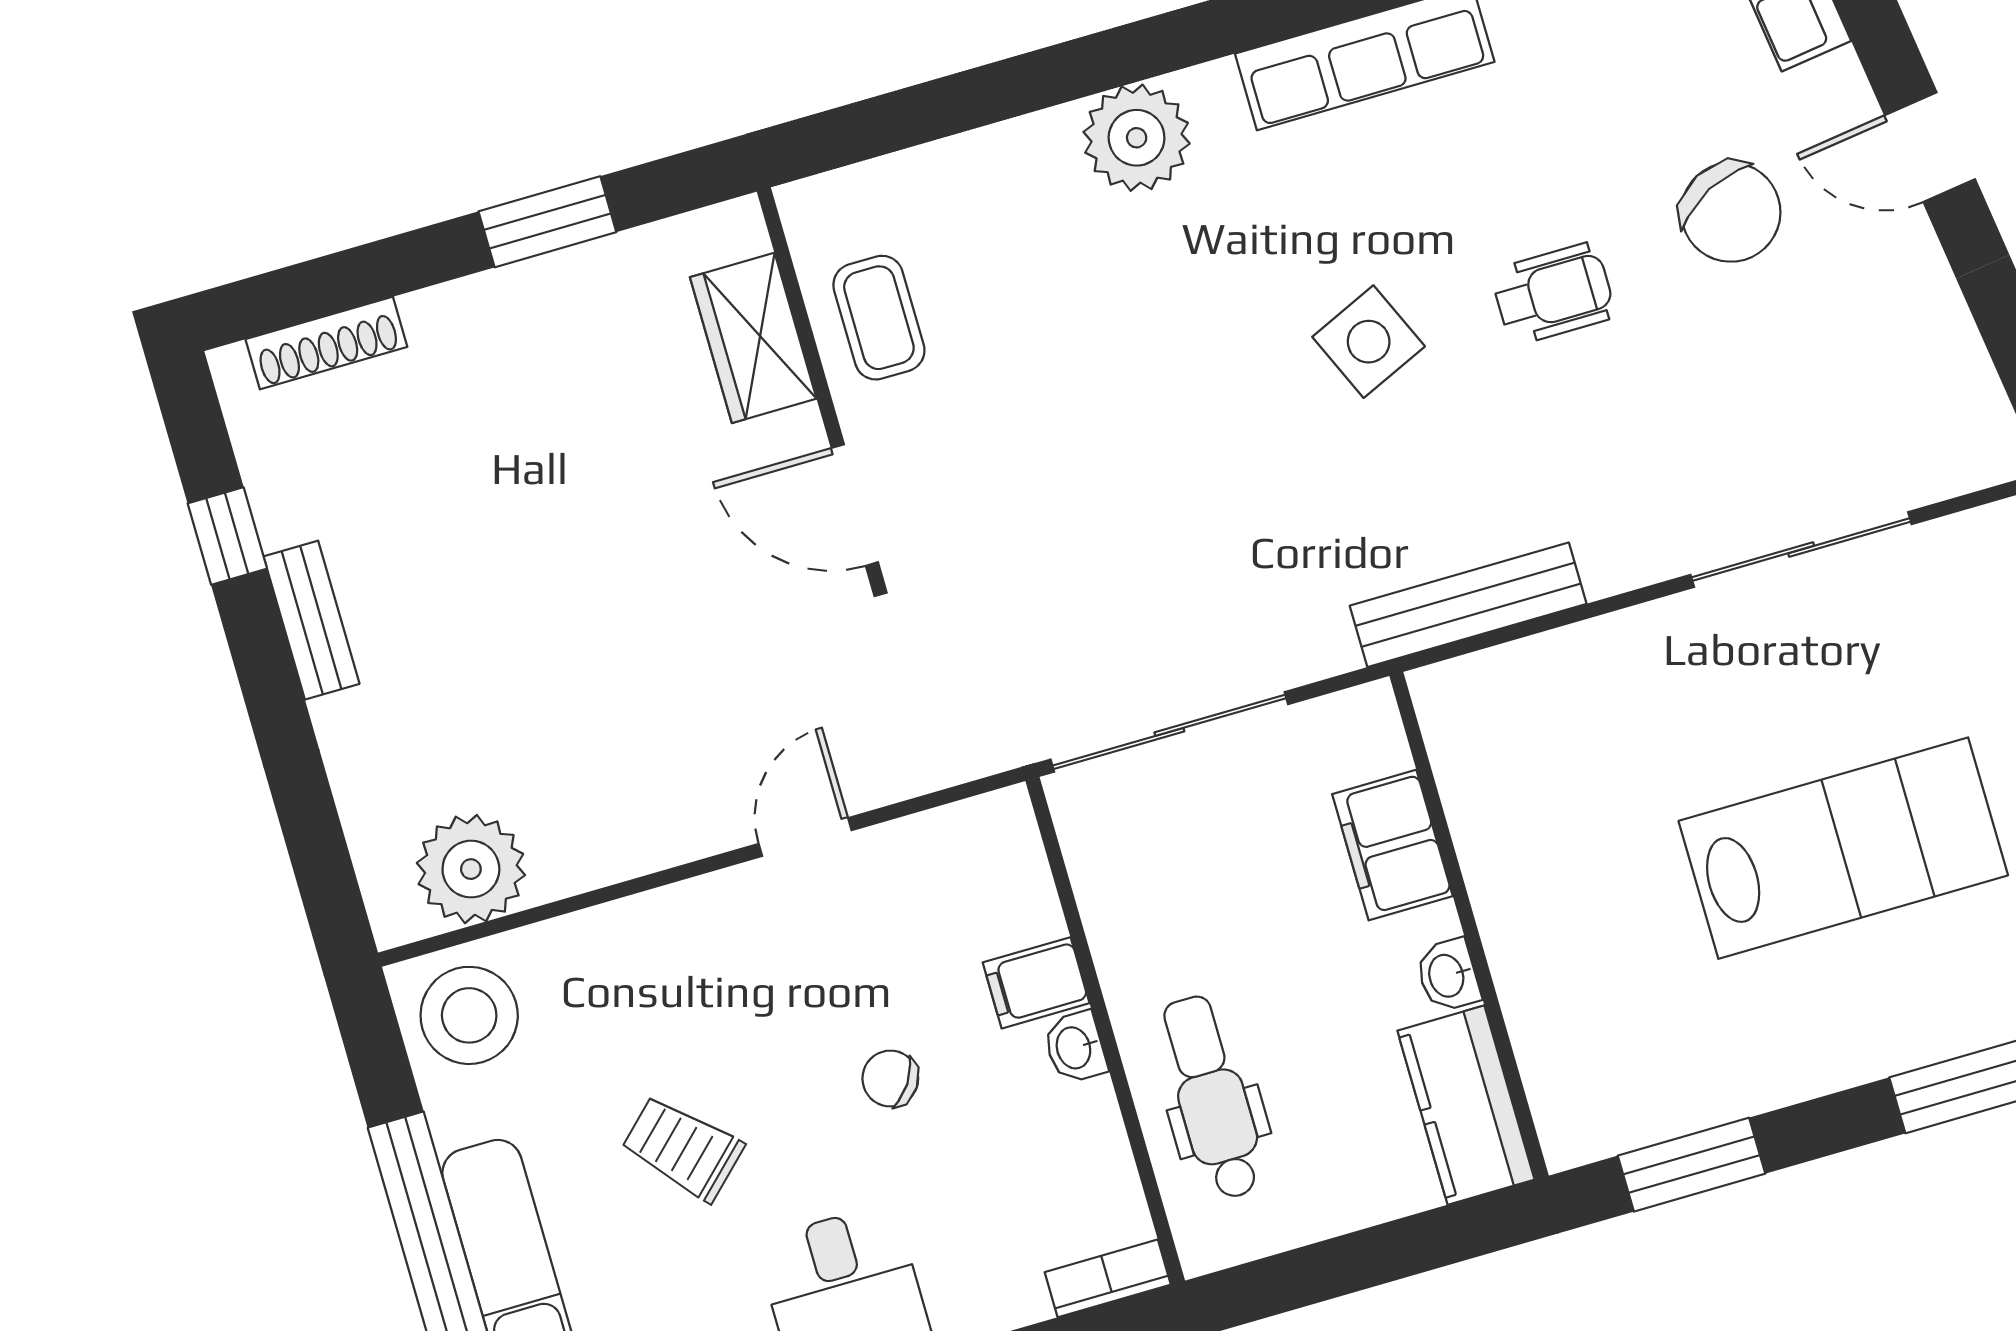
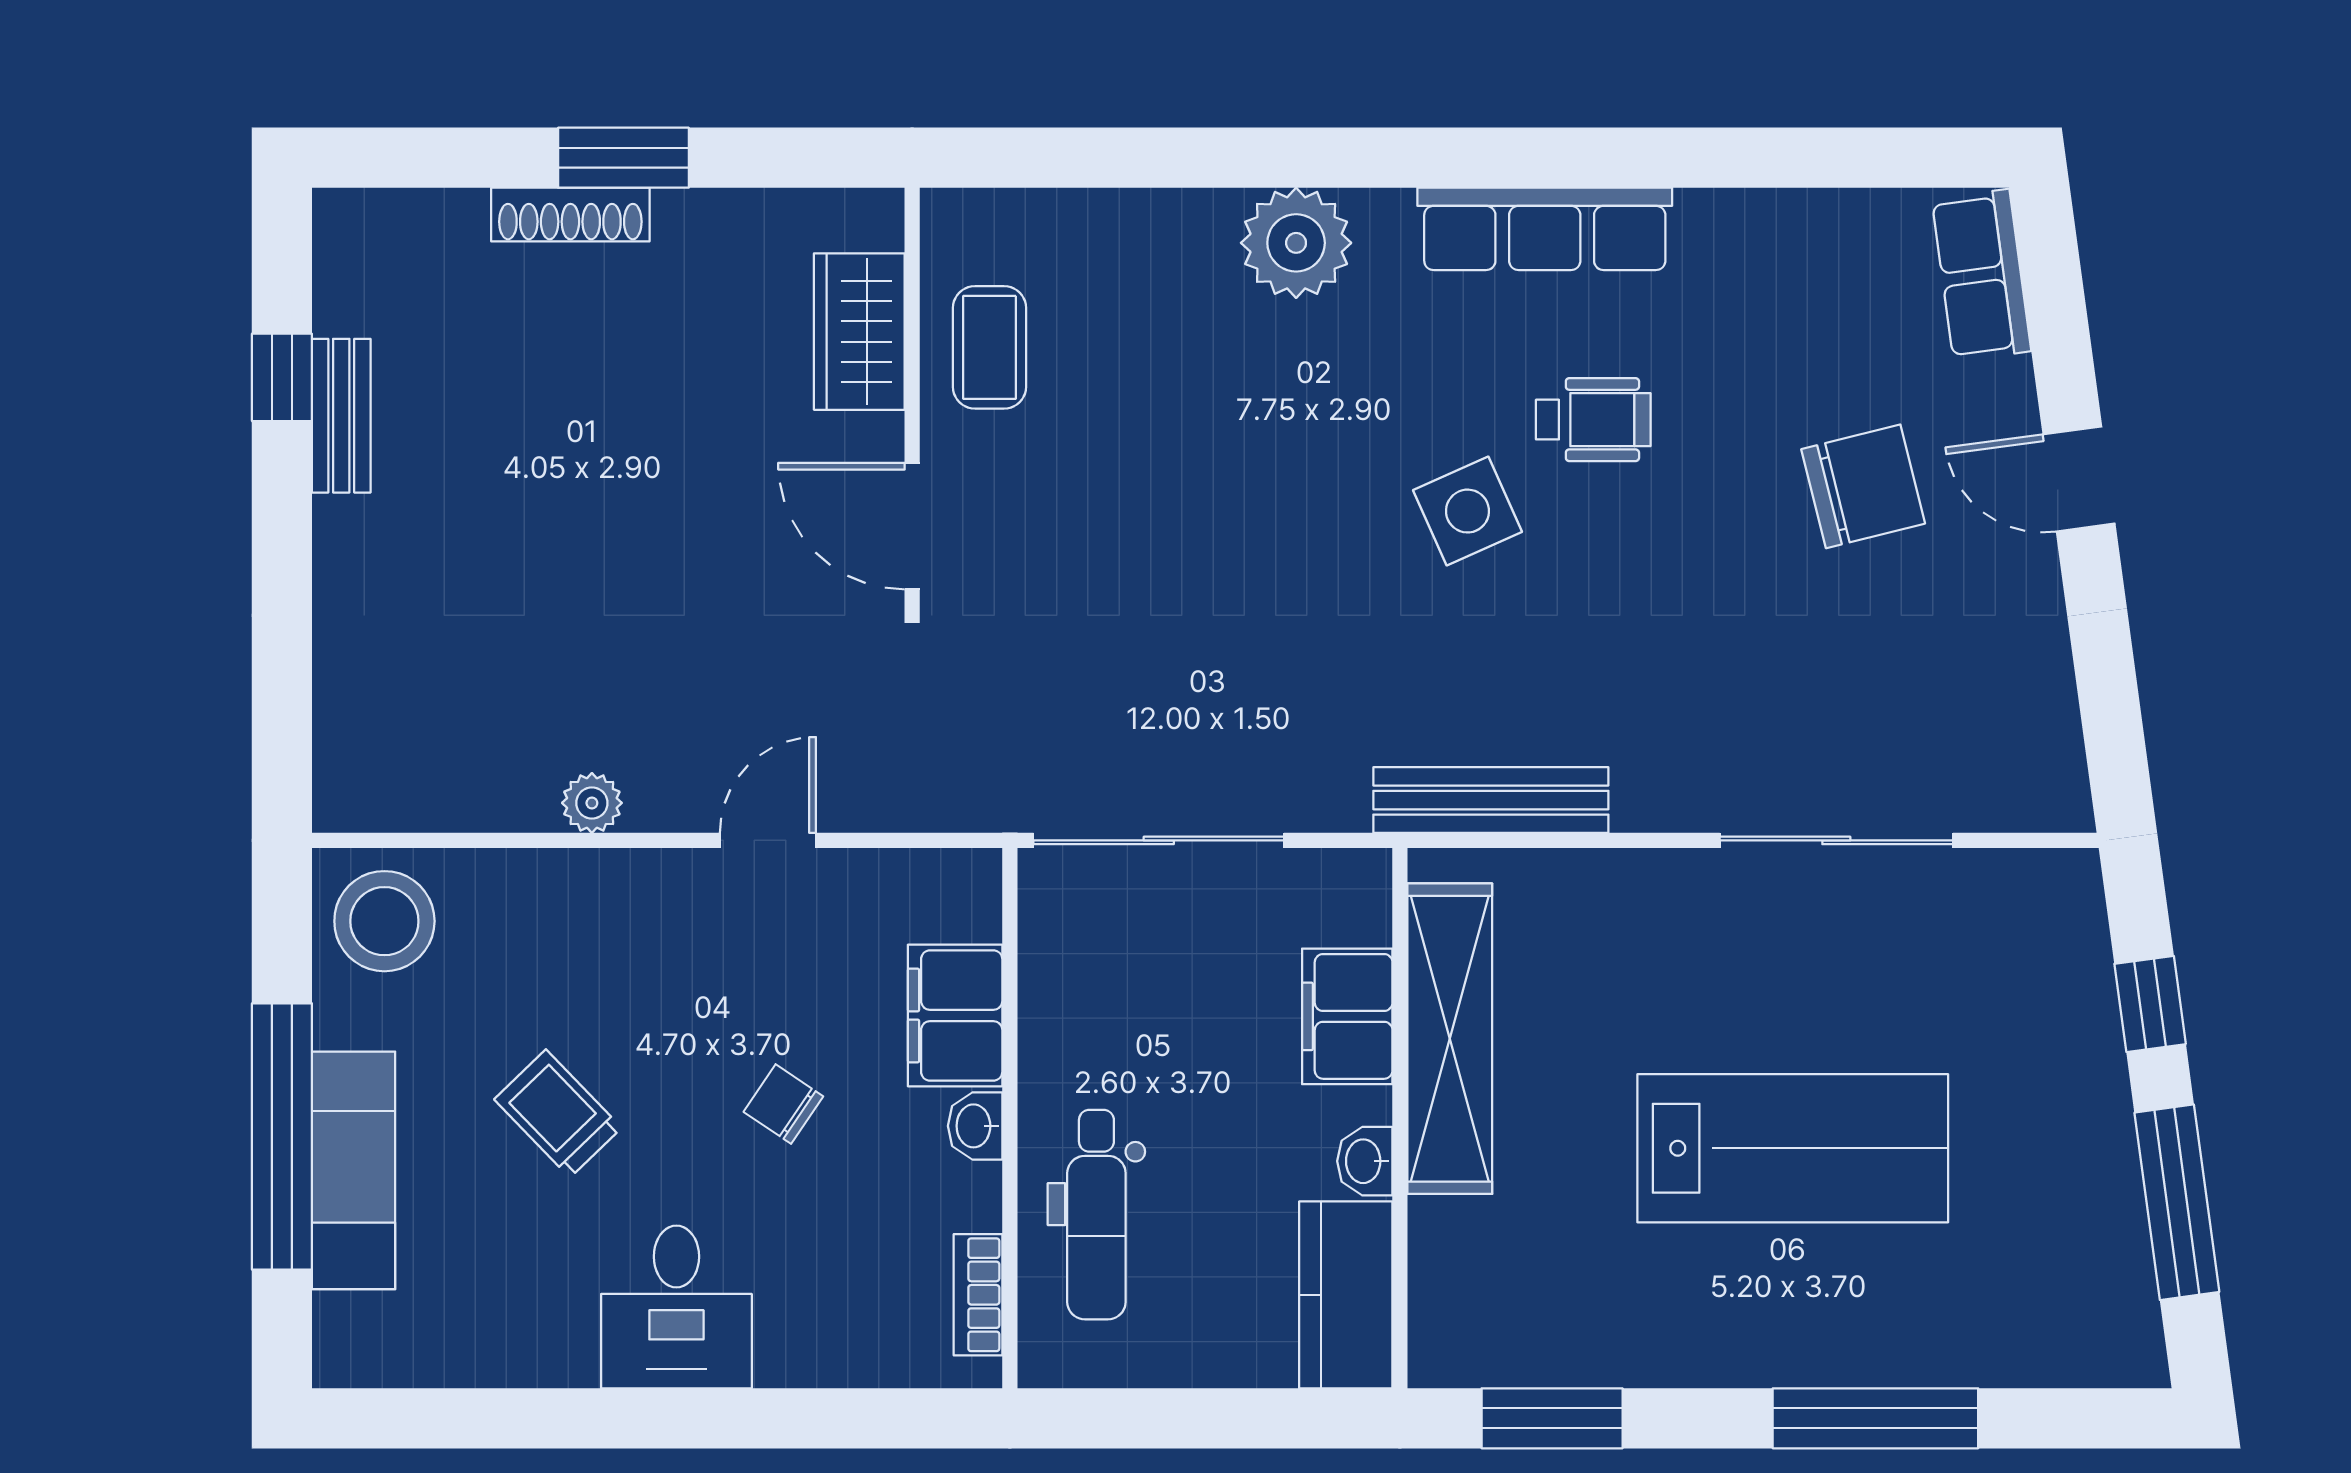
chair: (1731, 212) -> (1863, 486), turned -77
window: (547, 222) -> (623, 158), moved
wheelchair: (1553, 294) -> (1593, 420), moved
shoe rack: (326, 343) -> (570, 215), moved
bench: (312, 620) -> (341, 416), moved
shelving: (1494, 838) -> (1450, 1039), added
plant: (471, 869) -> (592, 803), moved, width x0.53, depth x0.53
filing cabinet: (1036, 983) -> (955, 1015), width x2.00
dental chair: (1212, 1097) -> (1096, 1215), turned 180
bookcase: (1108, 1278) -> (978, 1295), moved, turned -90

